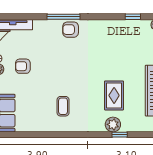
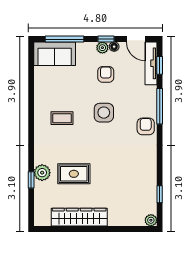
window: (15, 17) -> (160, 65), added
window: (64, 17) -> (160, 106), moved
side table: (58, 68) -> (104, 113), added

